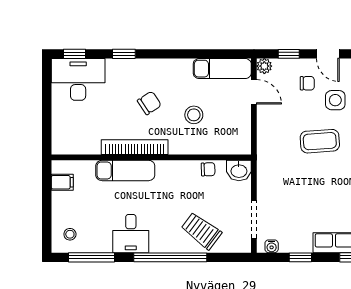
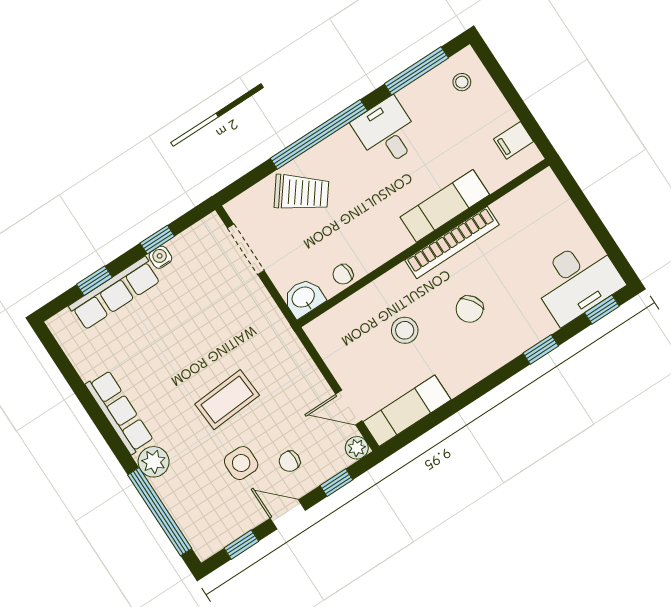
water cooler: (272, 246) -> (160, 257), moved

